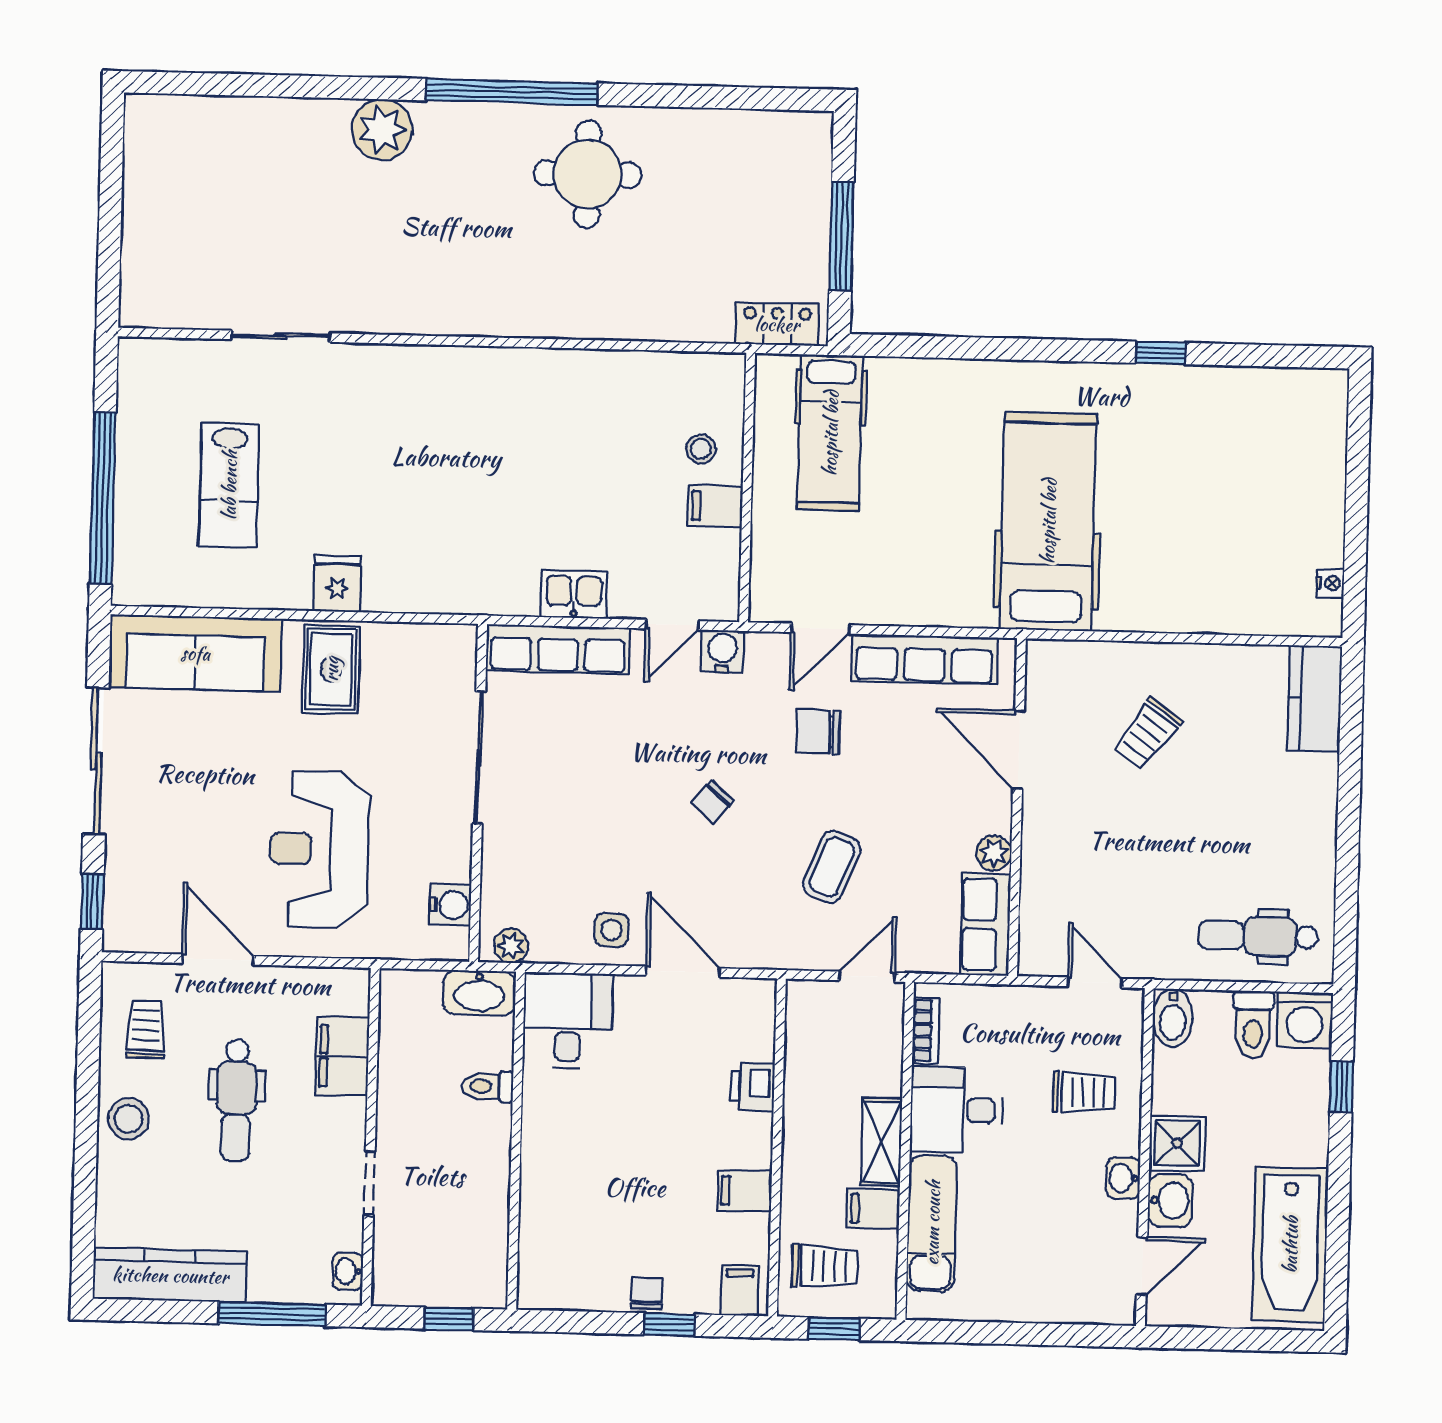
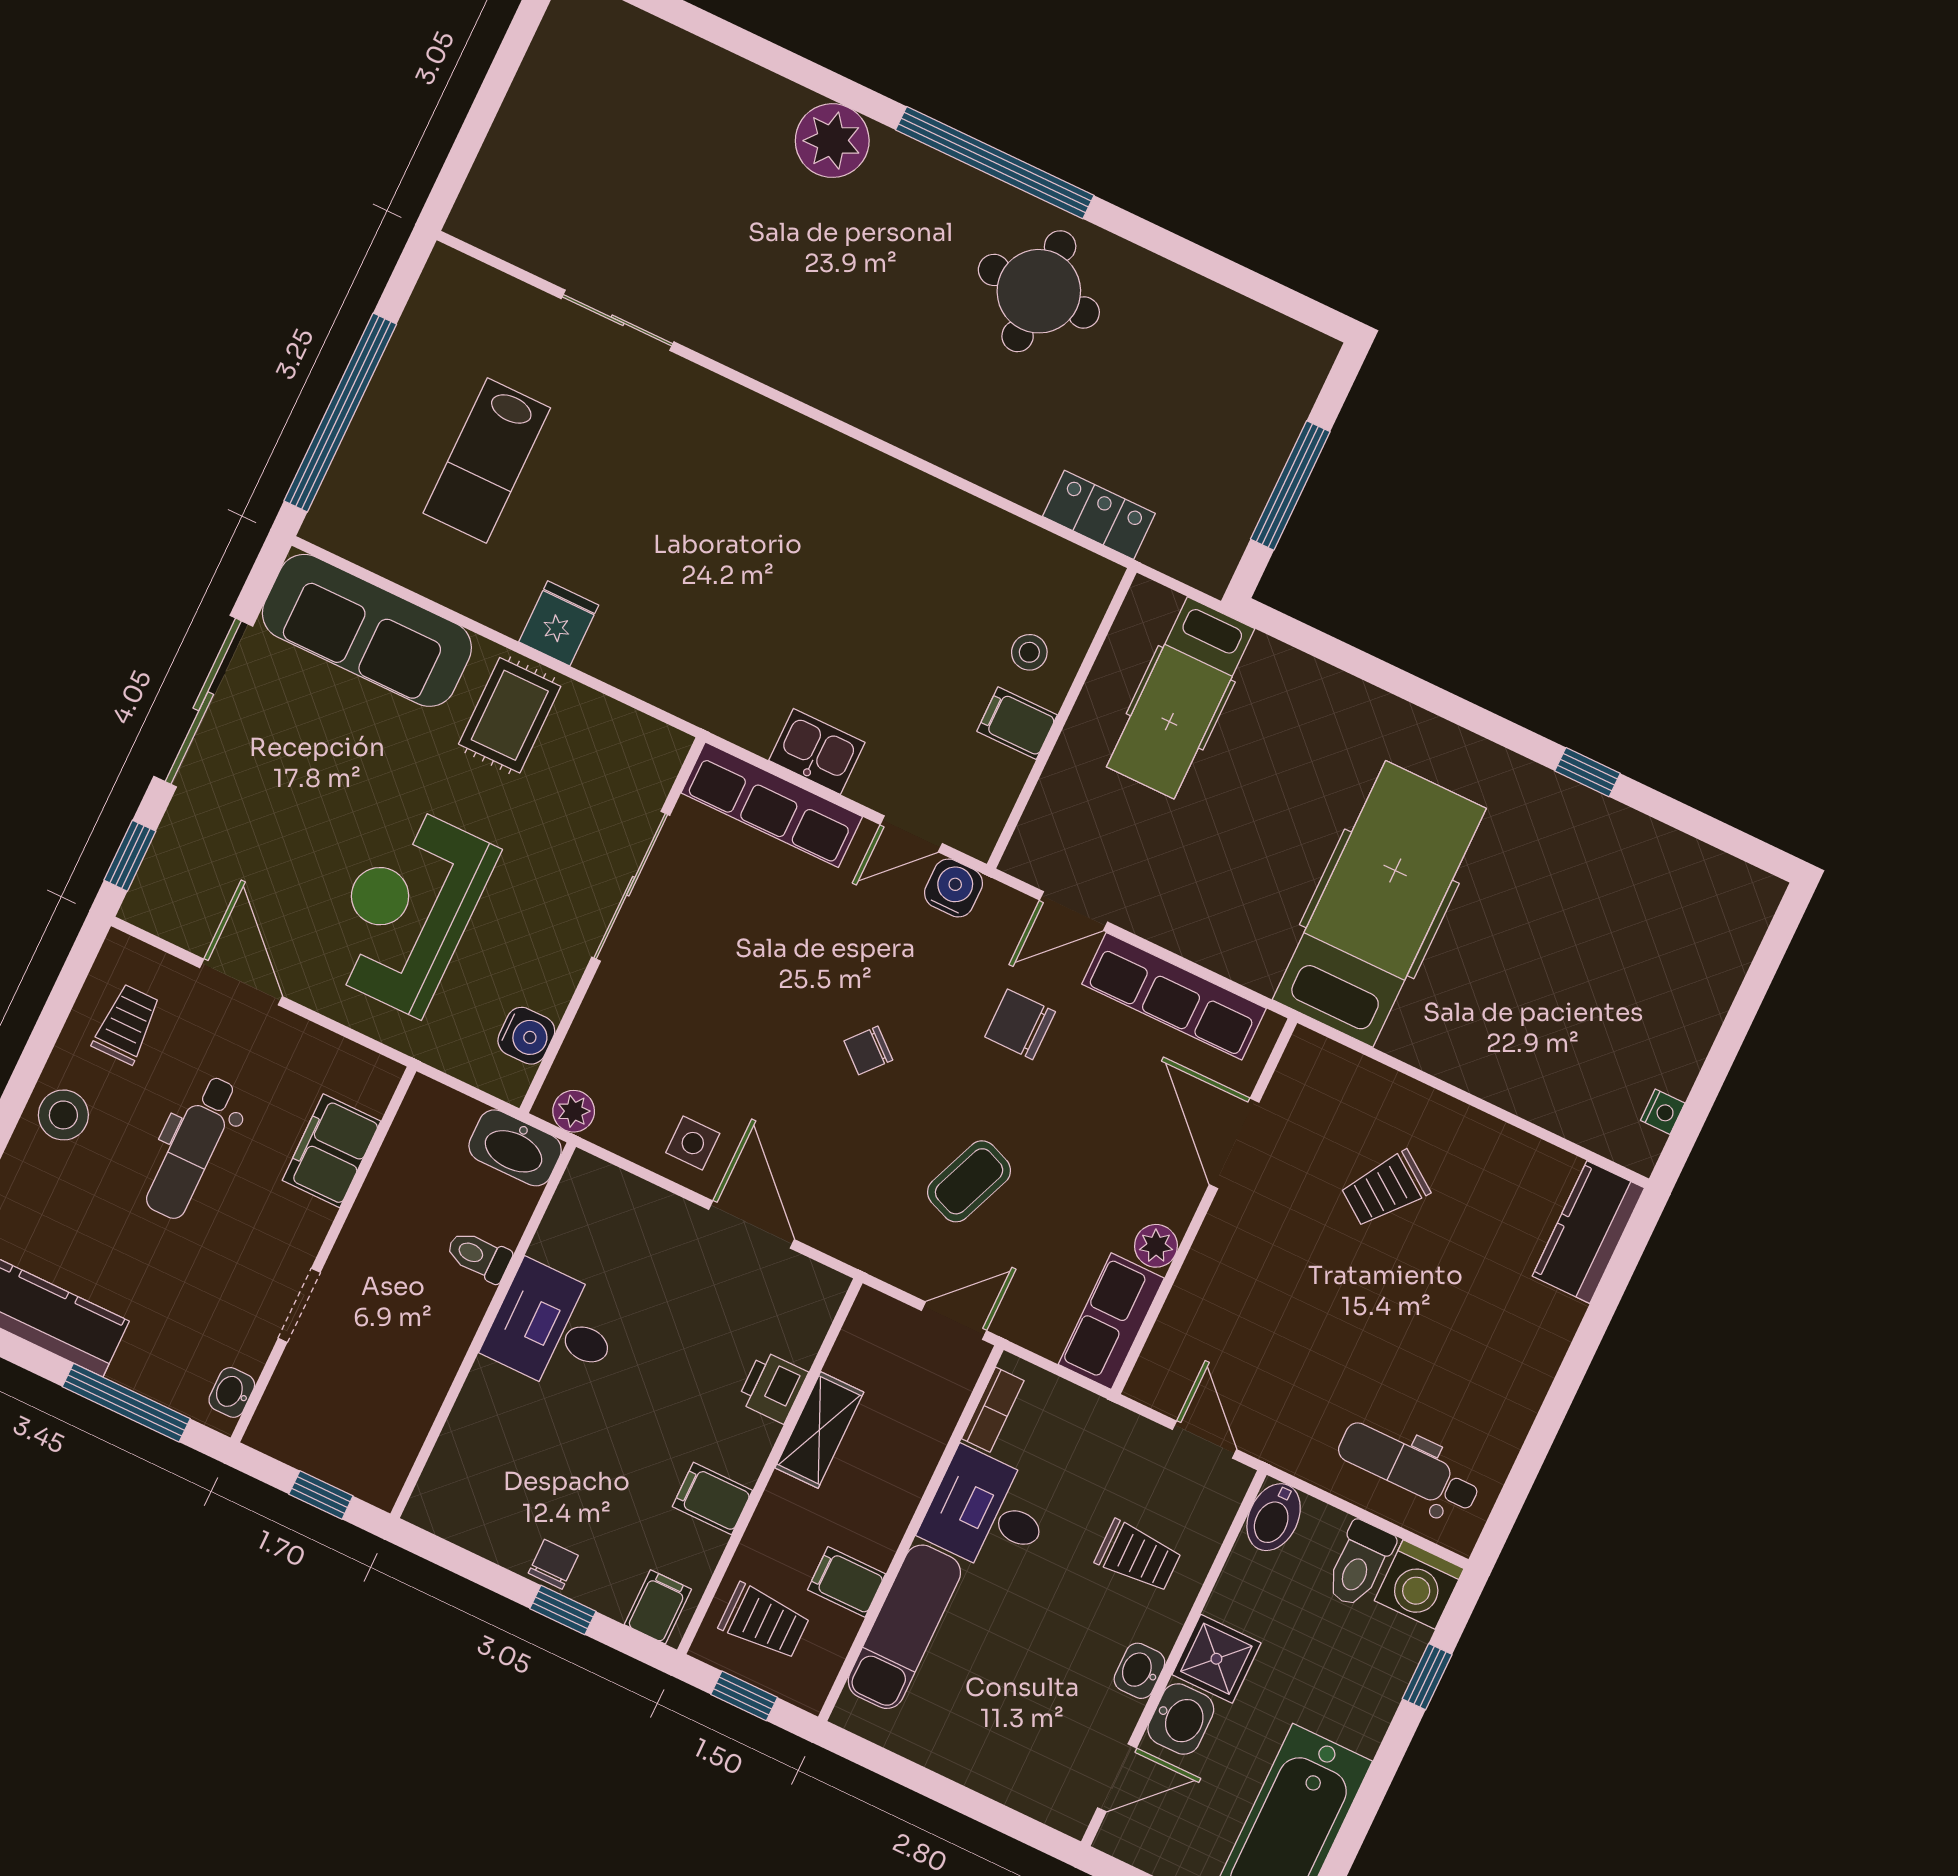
locker: (777, 324) -> (1099, 515), moved
desk: (568, 1021) -> (554, 1329), moved, turned -90
shelving: (882, 1142) -> (819, 1430), moved

